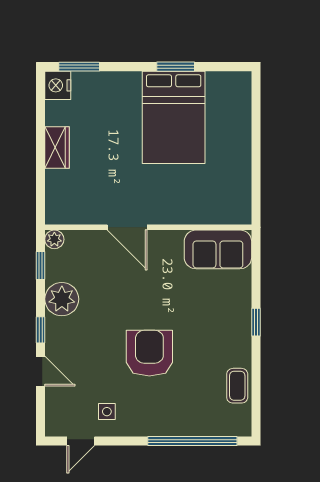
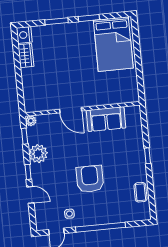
window: (79, 67) -> (57, 21), moved
bed: (174, 117) -> (113, 44), moved
wardrobe: (57, 147) -> (26, 56), moved
sofa: (218, 249) -> (106, 119), moved
window: (192, 441) -> (101, 227), moved

